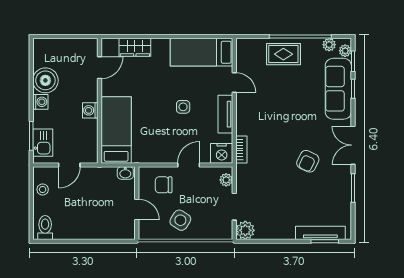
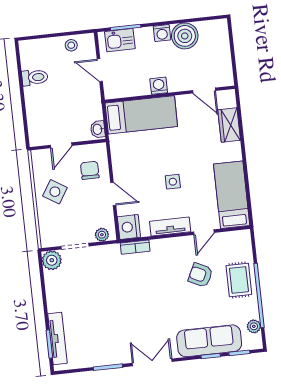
plant: (345, 51) -> (249, 344), removed
armchair: (308, 161) -> (200, 275), moved
toilet: (45, 228) -> (35, 77), moved

